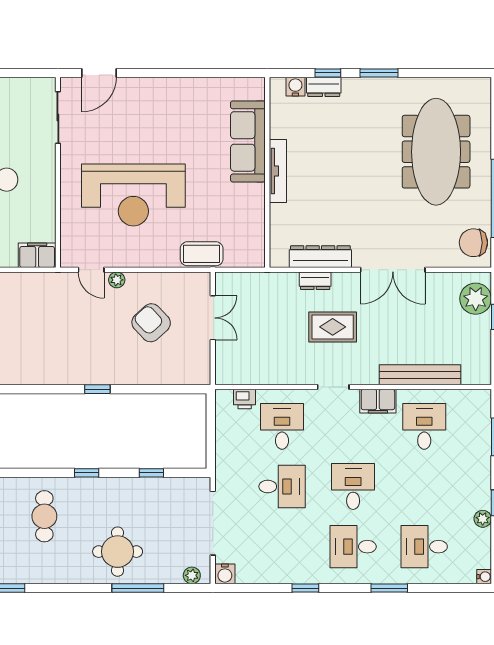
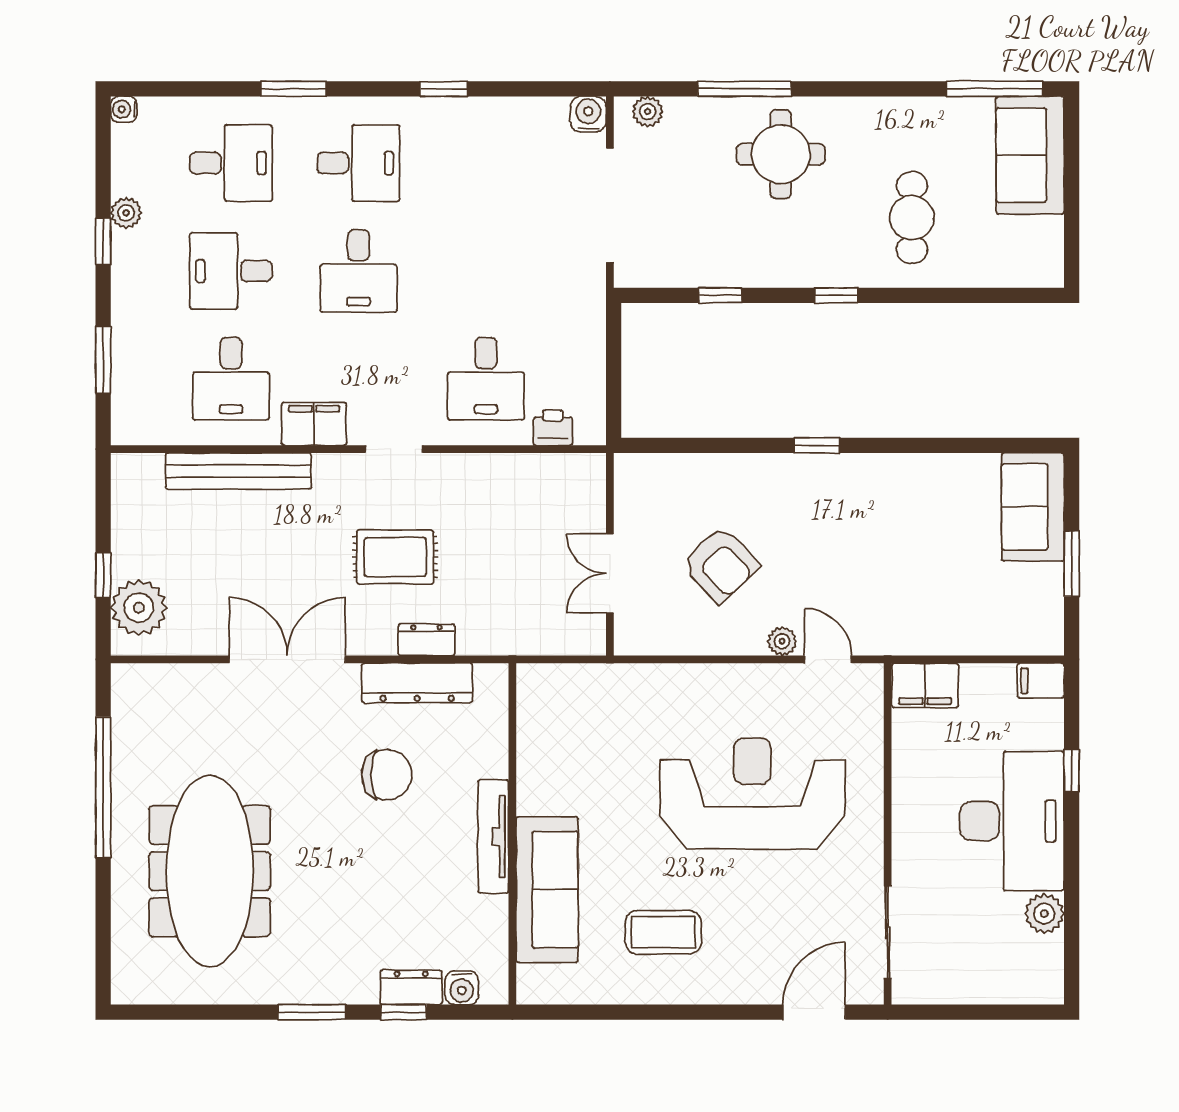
chair: (473, 243) -> (387, 775), moved
coffee table: (202, 254) -> (663, 932), moved
desk: (282, 486) -> (231, 271), moved

